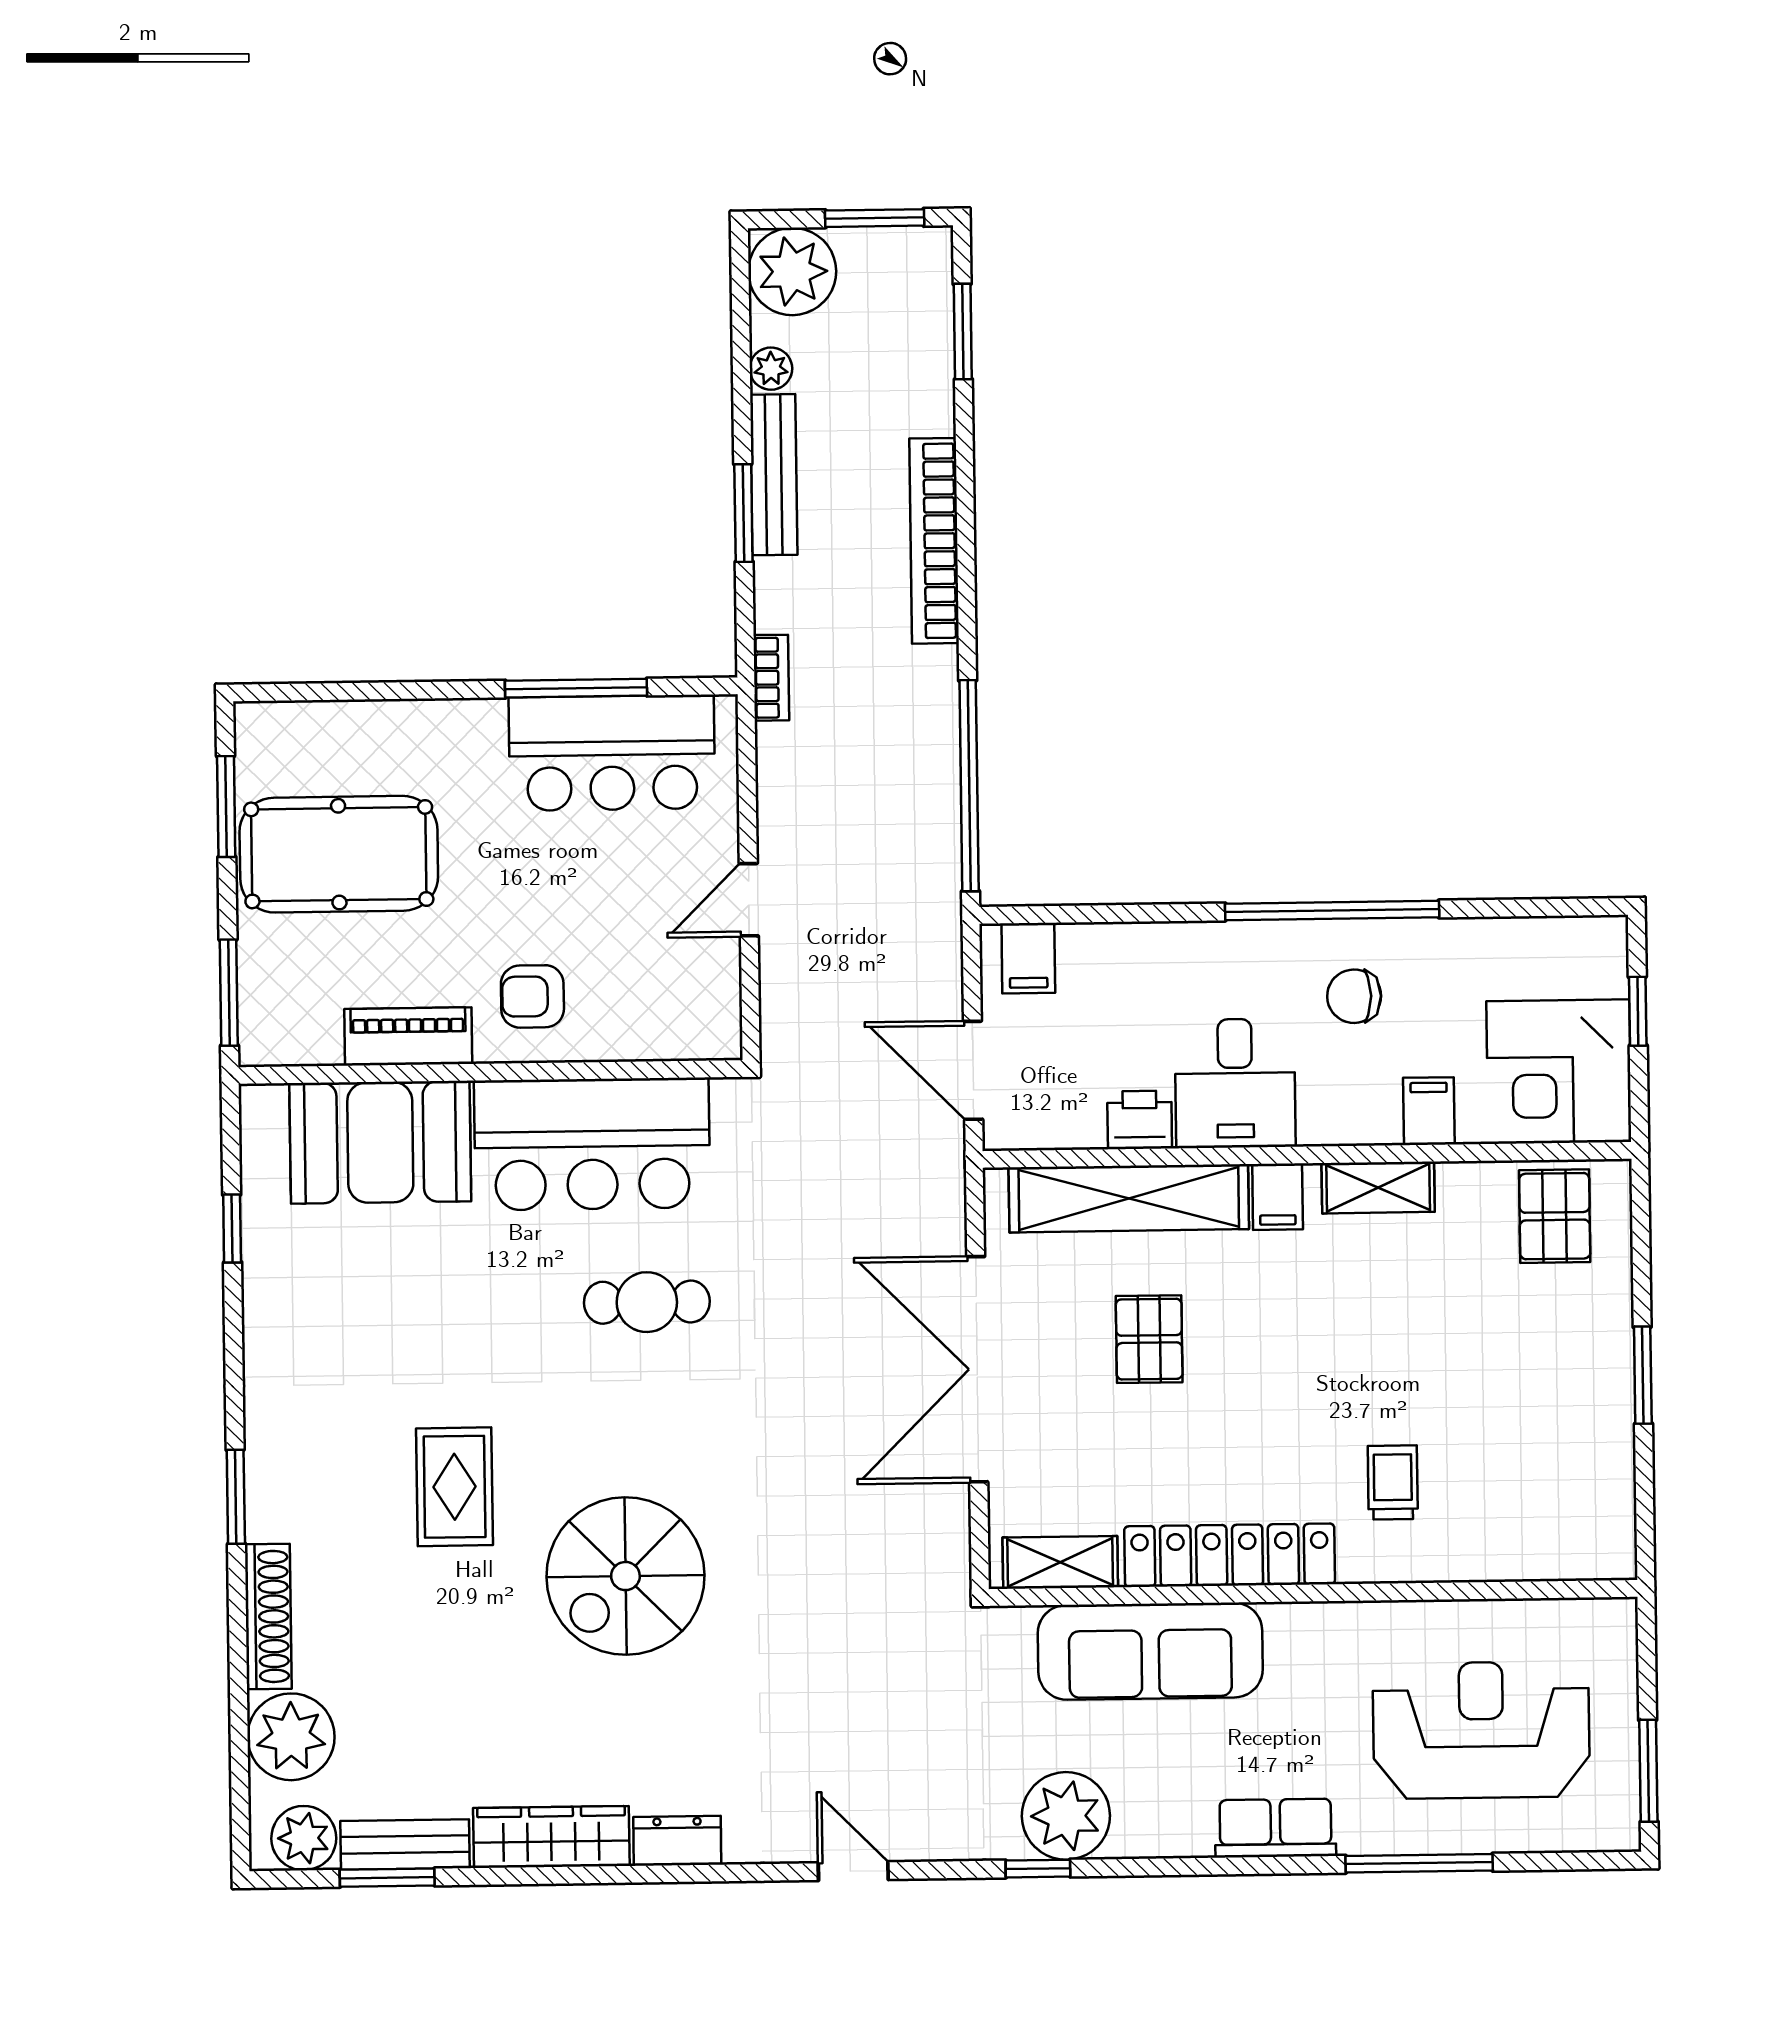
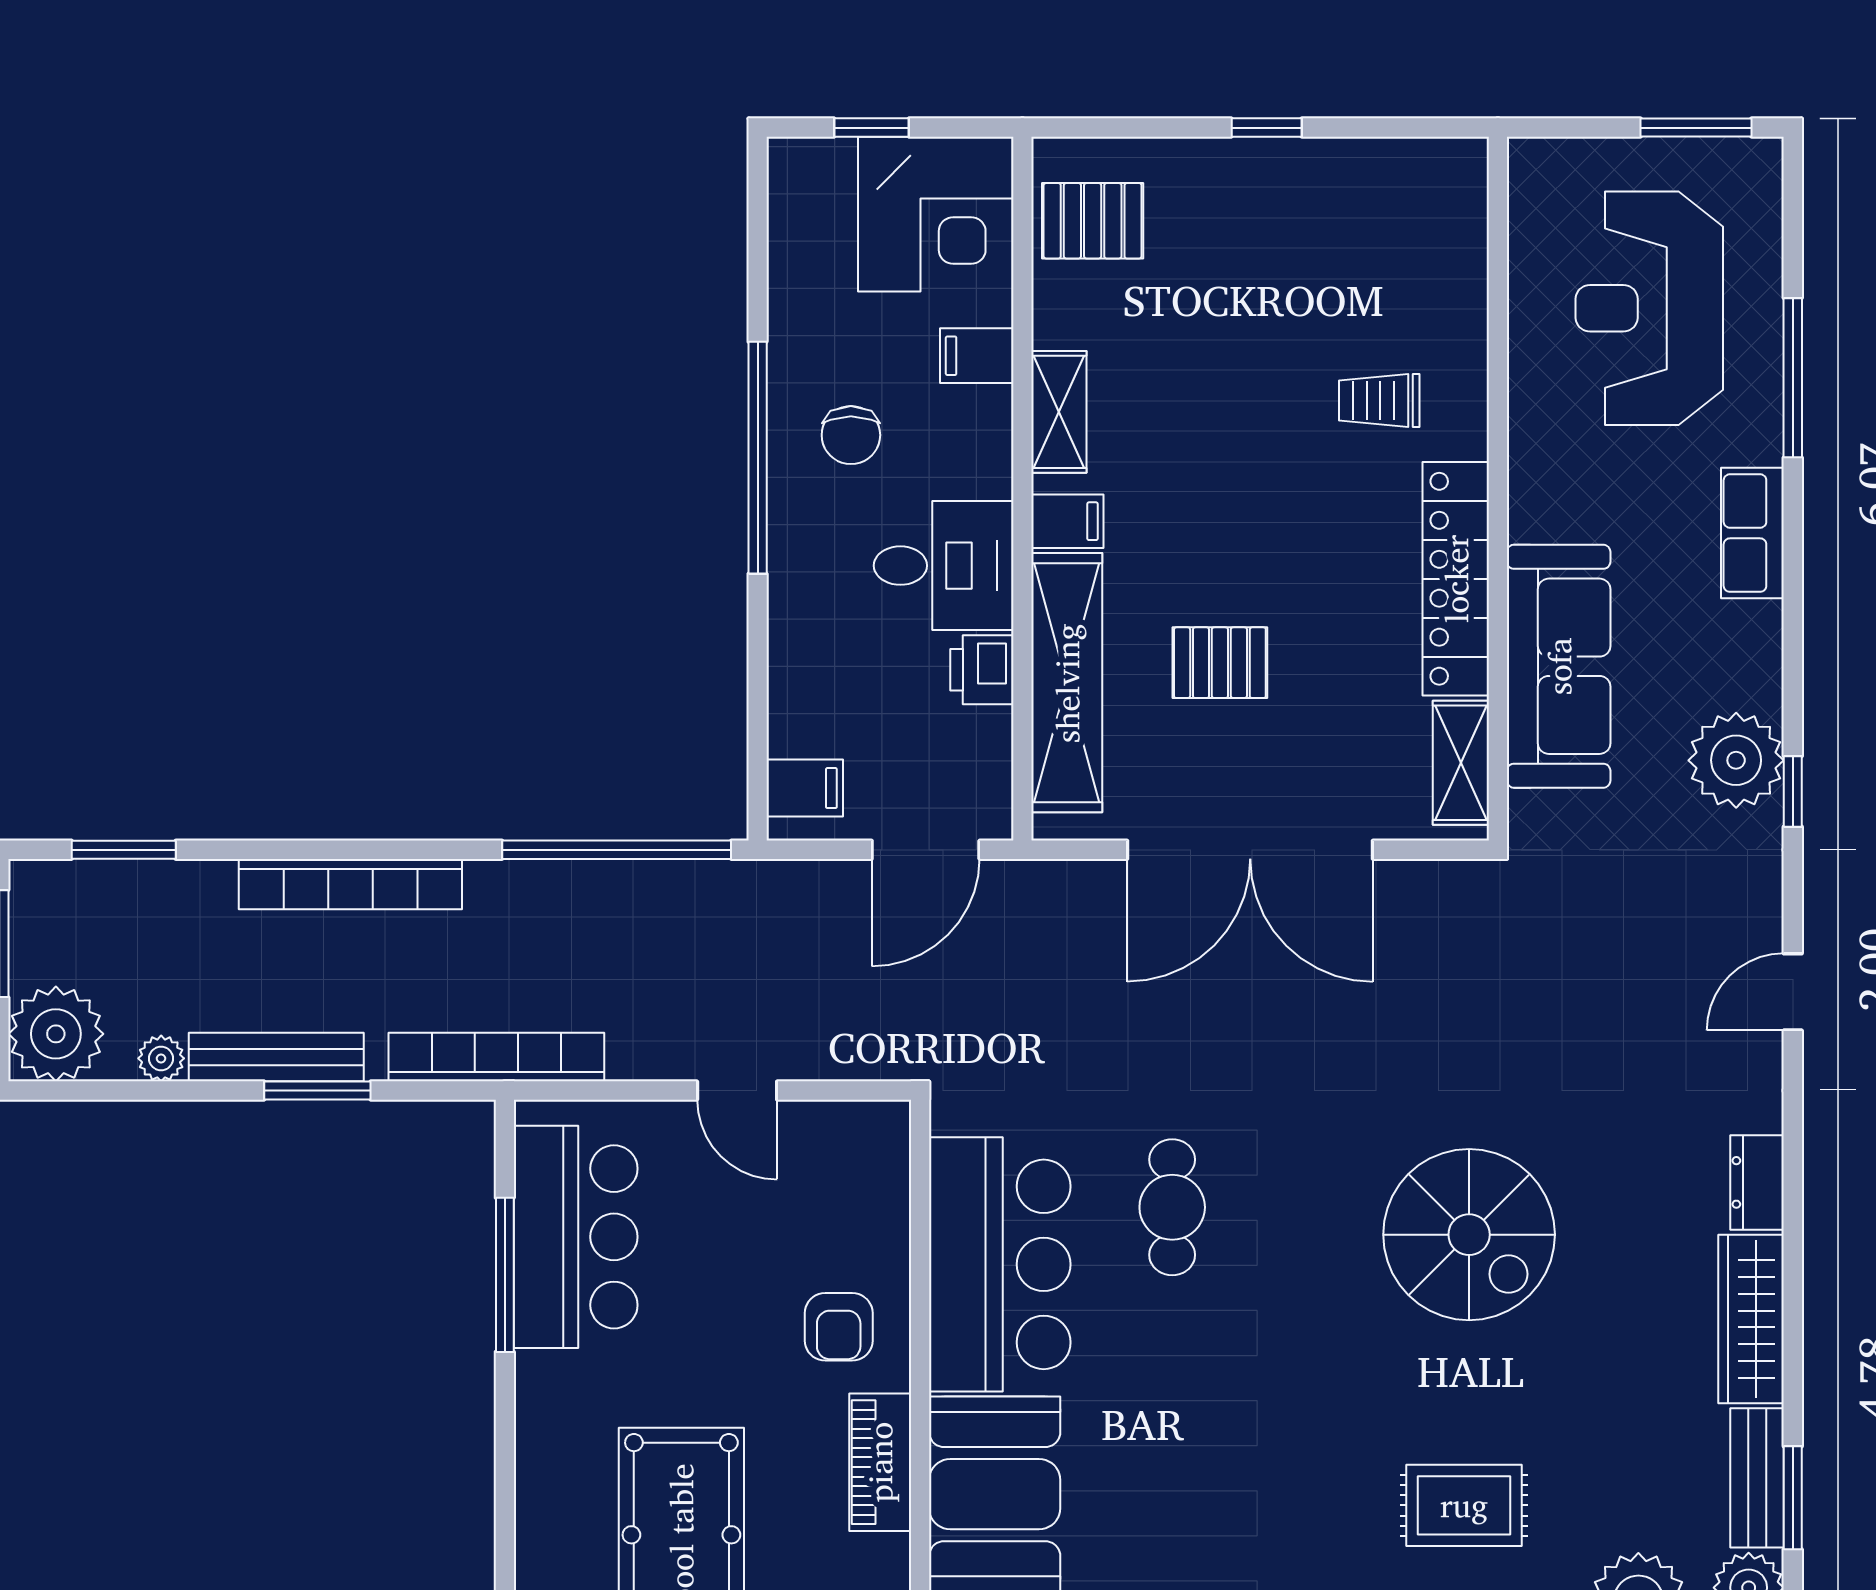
bookcase: (771, 678) -> (496, 1057), width x2.31, depth x1.31
window: (1643, 1375) -> (1267, 128), width x0.67
rug: (455, 1487) -> (1464, 1505), moved

